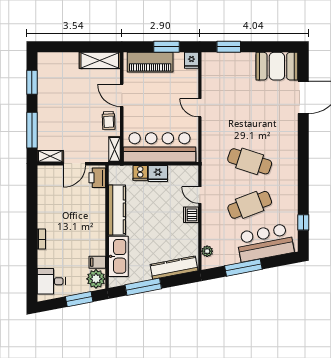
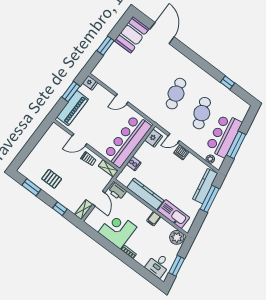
window: (229, 47) -> (106, 46), moved
shelving: (100, 60) -> (49, 137), removed
pallet: (57, 97) -> (52, 179), added
window: (32, 130) -> (60, 209), width x0.46
cafe table: (250, 161) -> (176, 94), turned -33
fridge: (158, 173) -> (154, 138), moved
corner desk: (56, 209) -> (117, 230), added
window: (303, 222) -> (228, 83), moved
bar counter: (265, 243) -> (224, 136), moved
filing cabinet: (97, 262) -> (154, 219), moved
window: (143, 287) -> (210, 199), moved
window: (79, 299) -> (177, 266), moved

